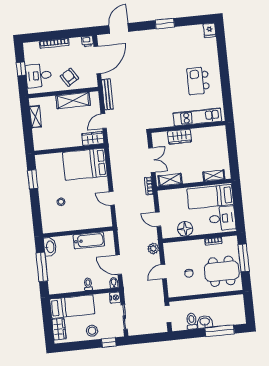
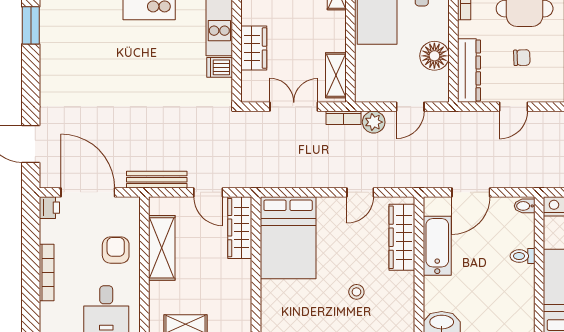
window: (165, 24) -> (31, 25), moved
armchair: (69, 77) -> (116, 250), turned 122
dishwasher: (168, 120) -> (220, 67), added
wardrobe: (93, 138) -> (240, 228), width x1.50
wardrobe: (91, 222) -> (402, 237), added
dresser: (180, 247) -> (469, 70), added
plant: (153, 248) -> (374, 122), moved
door: (119, 265) -> (471, 192), moved
door: (164, 272) -> (513, 107), hinge flipped

